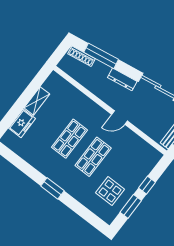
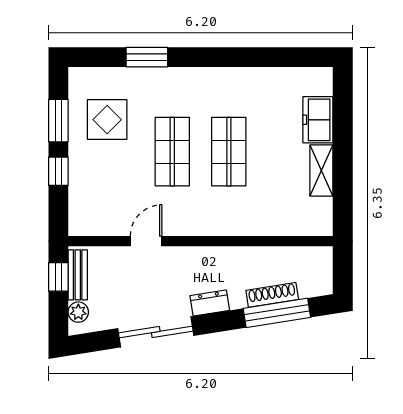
shoe rack: (81, 56) -> (272, 295), moved
dresser: (122, 79) -> (210, 303), width x0.70
door: (120, 118) -> (146, 241), moved
window: (52, 188) -> (147, 57), moved

